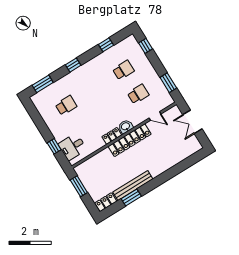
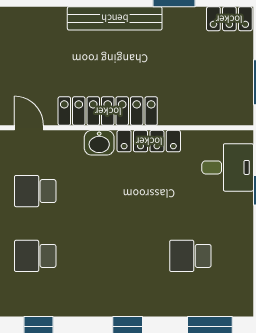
locker: (112, 136) -> (149, 141), width x1.53
bench: (133, 186) -> (115, 18), moved

